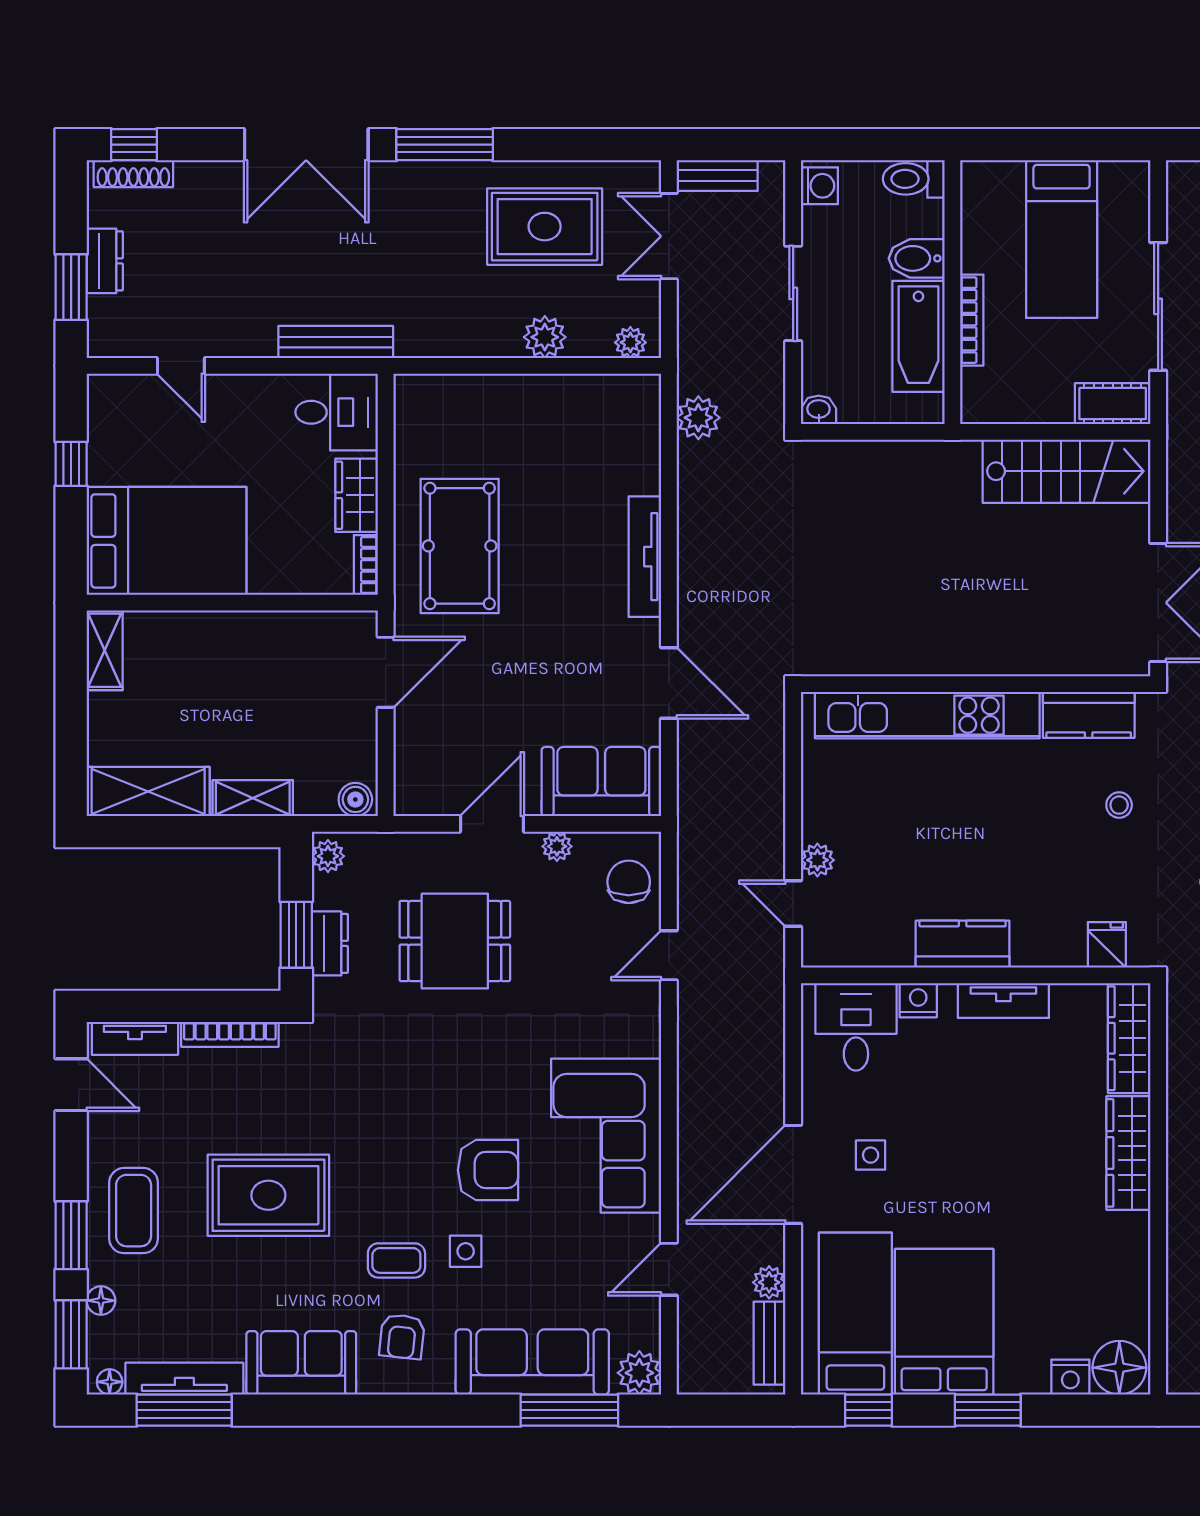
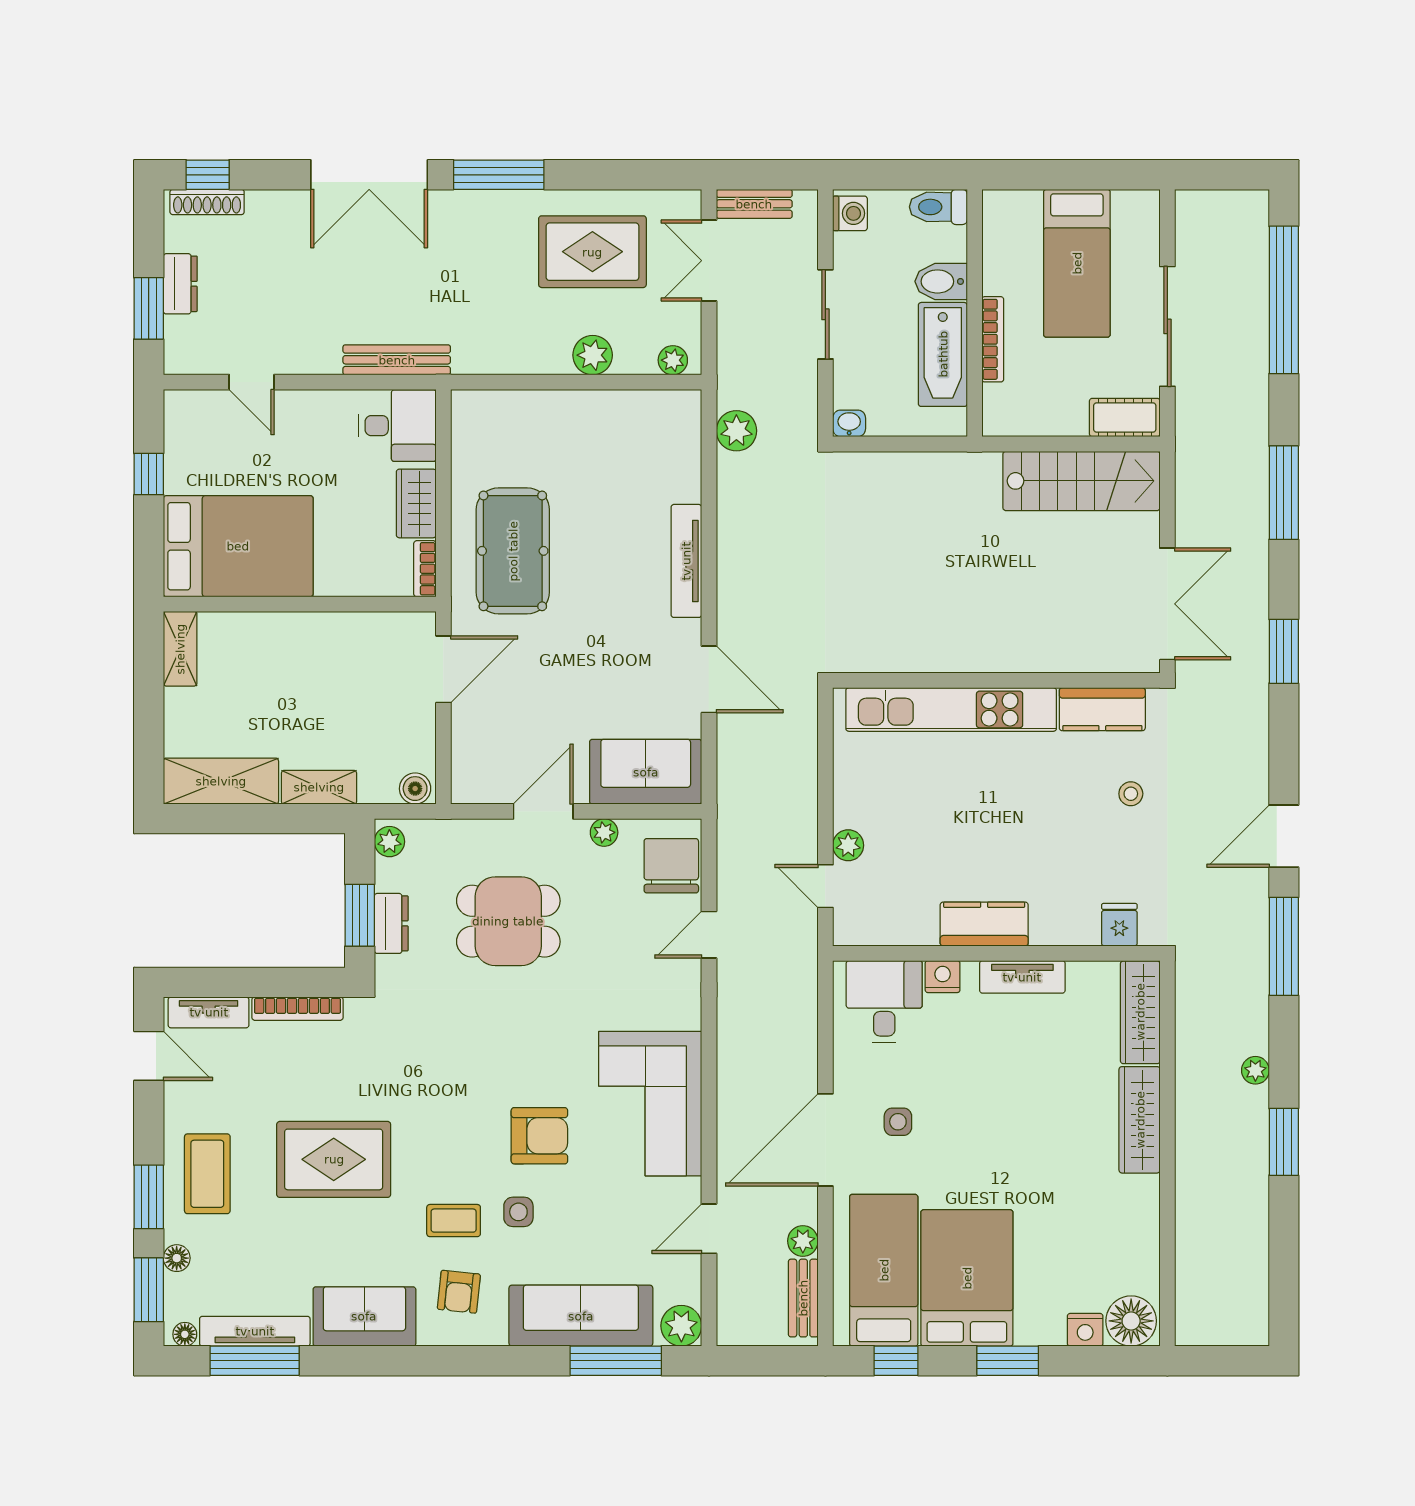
chair: (629, 882) -> (671, 866), width x1.37, depth x1.37

